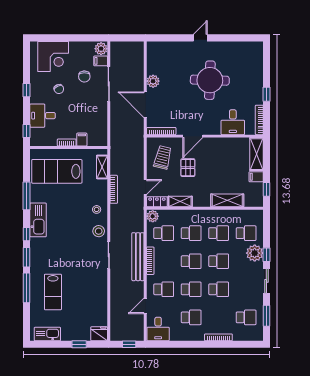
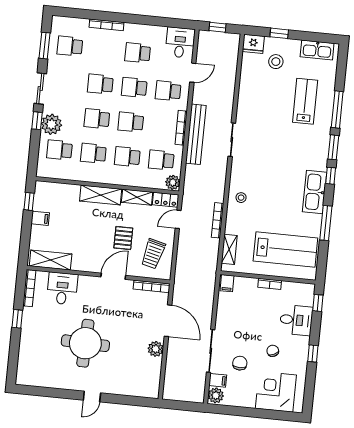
filing cabinet: (82, 140) -> (227, 283), moved
shelving: (256, 154) -> (51, 260), moved, turned 90
shelving: (227, 200) -> (101, 195), moved
stool: (99, 231) -> (276, 62), moved

